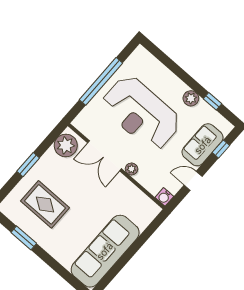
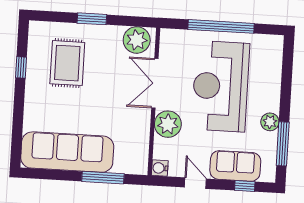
window: (212, 101) -> (283, 144), width x2.17
plant: (131, 169) -> (168, 124), width x1.87, depth x1.87
window: (24, 238) -> (21, 67), width x0.67
window: (141, 240) -> (103, 178), added

